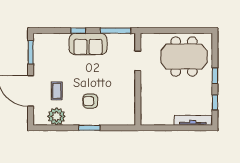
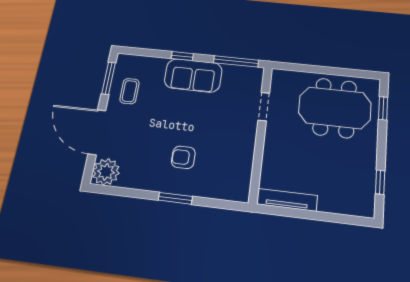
window: (215, 76) -> (383, 108), moved
coffee table: (57, 91) -> (130, 91), moved
plant: (56, 116) -> (106, 172), moved
tv unit: (193, 120) -> (287, 200), moved

